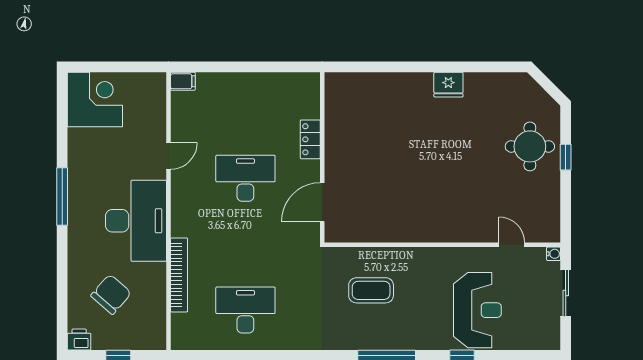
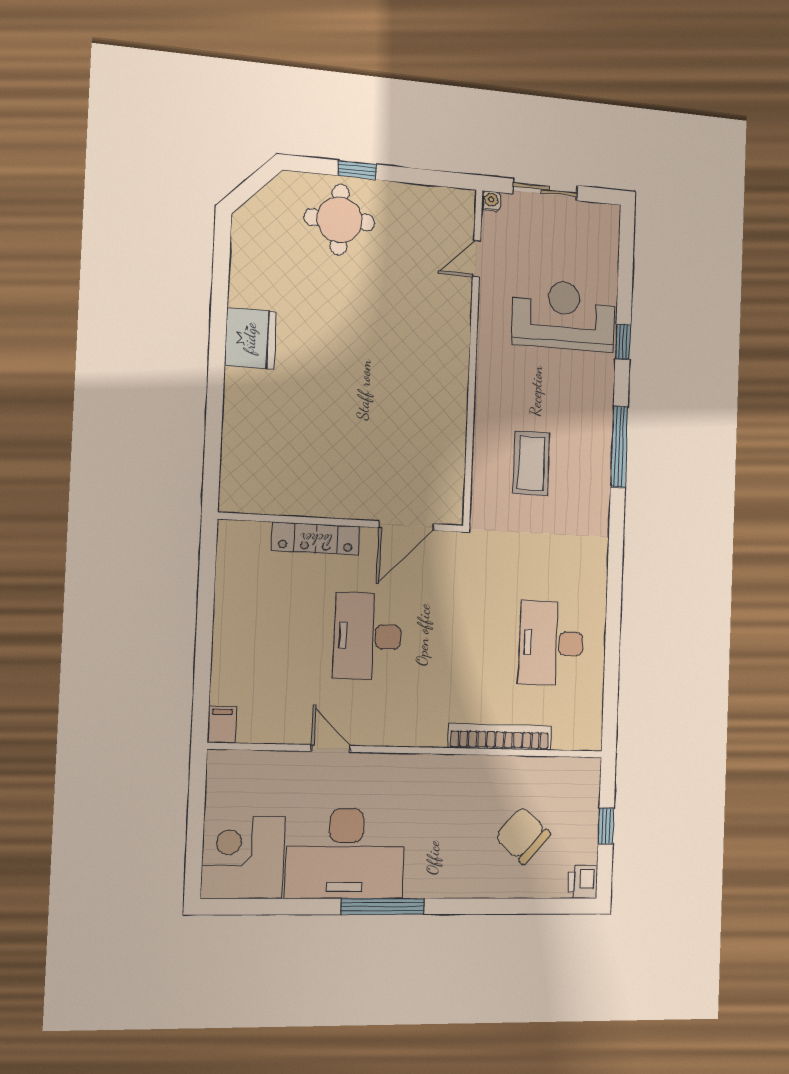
fridge: (448, 85) -> (250, 338), width x1.36, depth x1.34
locker: (310, 139) -> (316, 539), width x1.53
door: (322, 202) -> (406, 526), hinge flipped
desk: (136, 221) -> (346, 854), moved, turned 180

